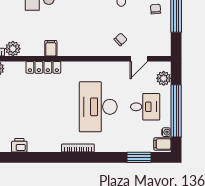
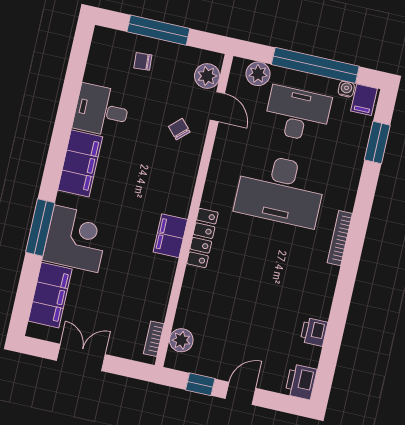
filing cabinet: (51, 48) -> (170, 236), width x2.00
plant: (13, 49) -> (207, 76), moved
locker: (43, 67) -> (202, 238), moved
desk: (145, 107) -> (297, 114), width x1.37

